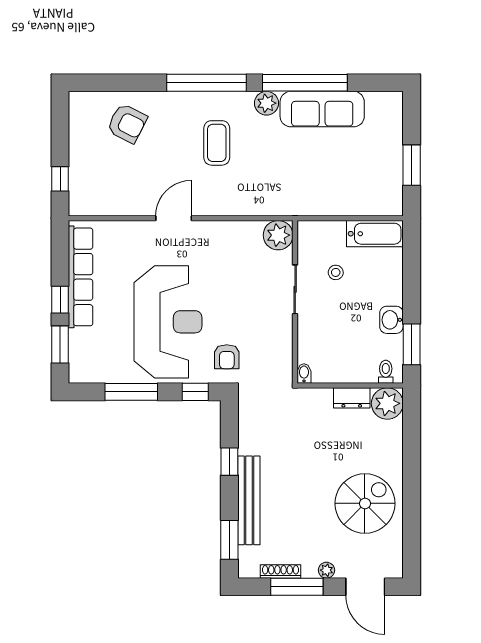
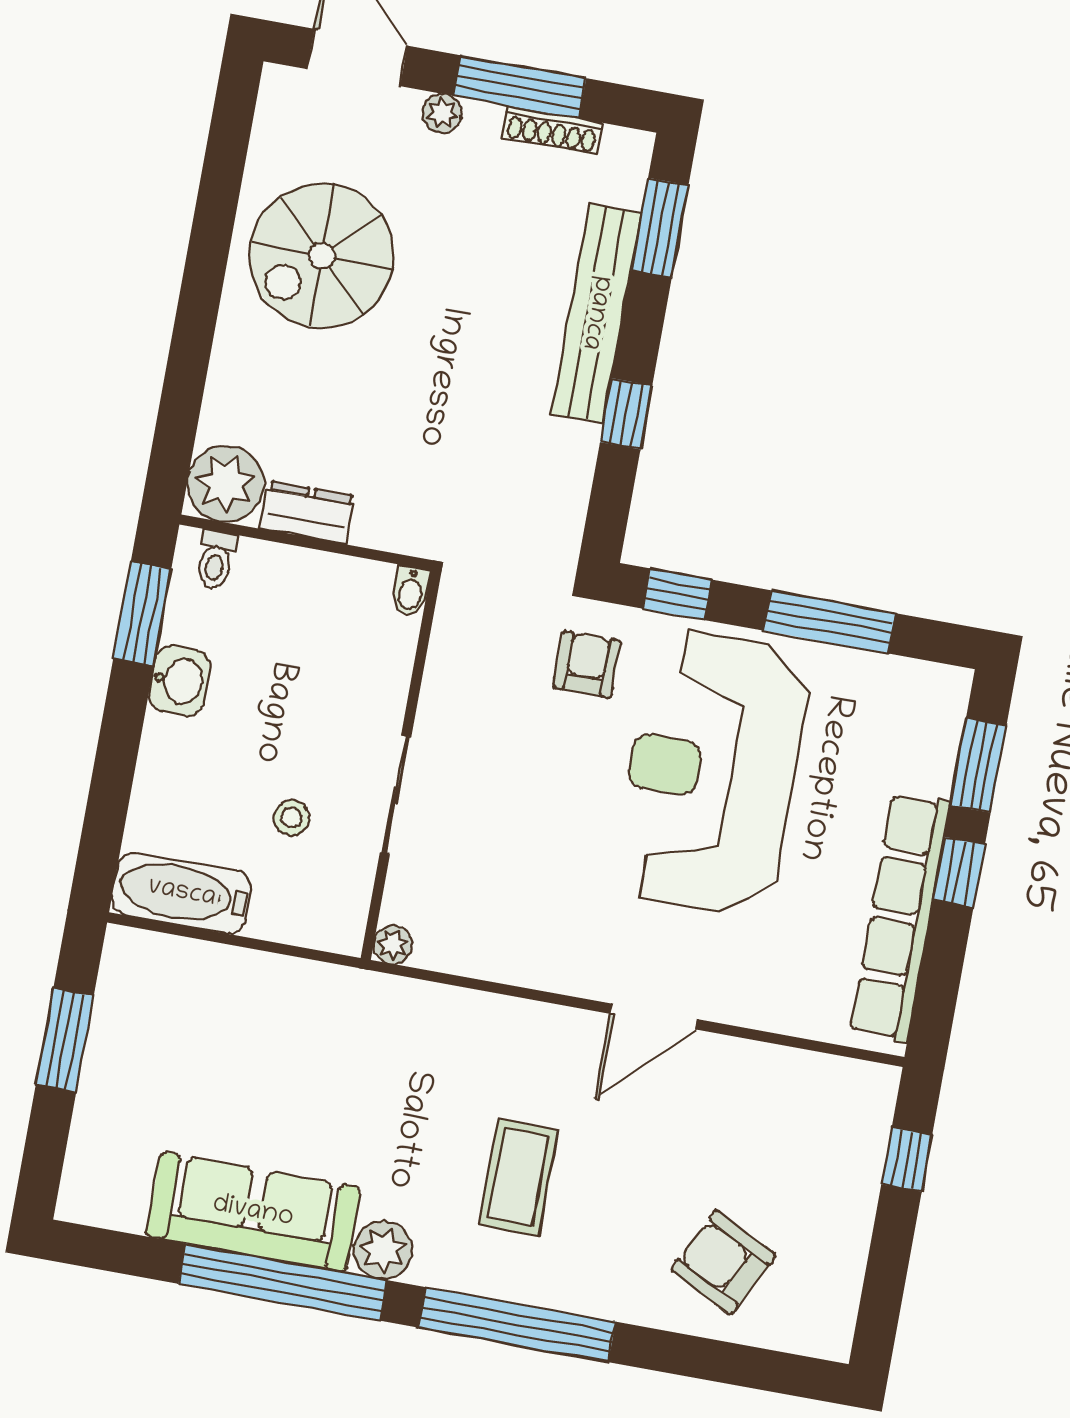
plant: (278, 235) -> (393, 945), width x0.53, depth x0.53

